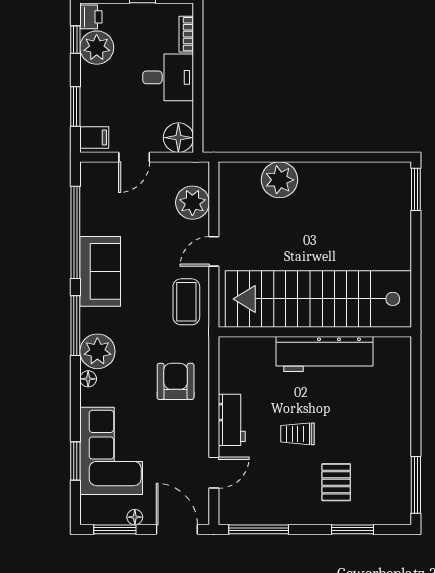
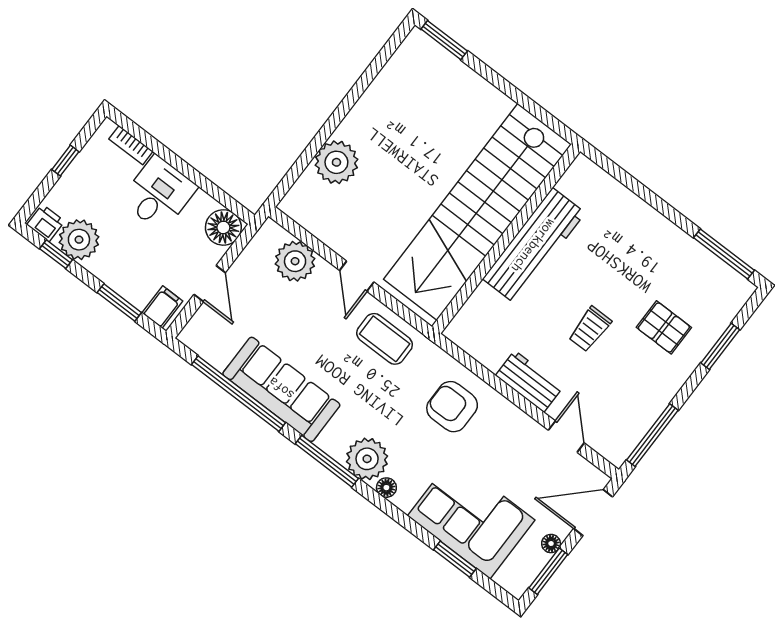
sofa: (100, 271) -> (281, 389), width x1.36

